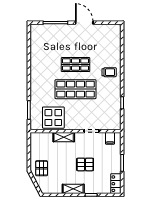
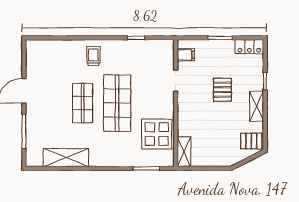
shelving: (37, 53) -> (66, 158), added
shelving: (64, 137) -> (184, 152), moved
pallet: (42, 168) -> (251, 141), moved

